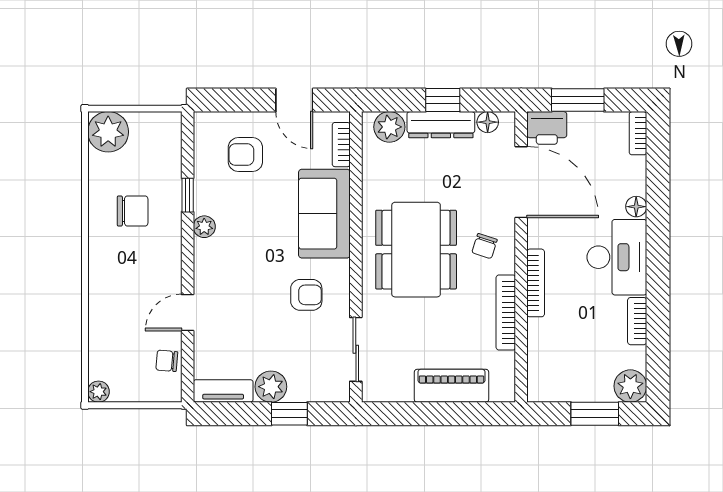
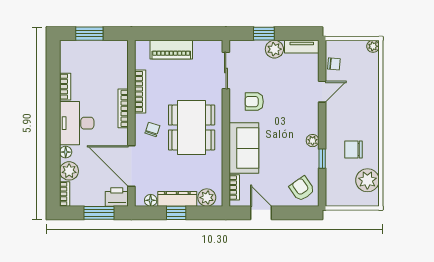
plant: (108, 132) -> (367, 180), moved
armchair: (245, 155) -> (302, 189), moved, turned -125
plant: (630, 386) -> (69, 171), moved

